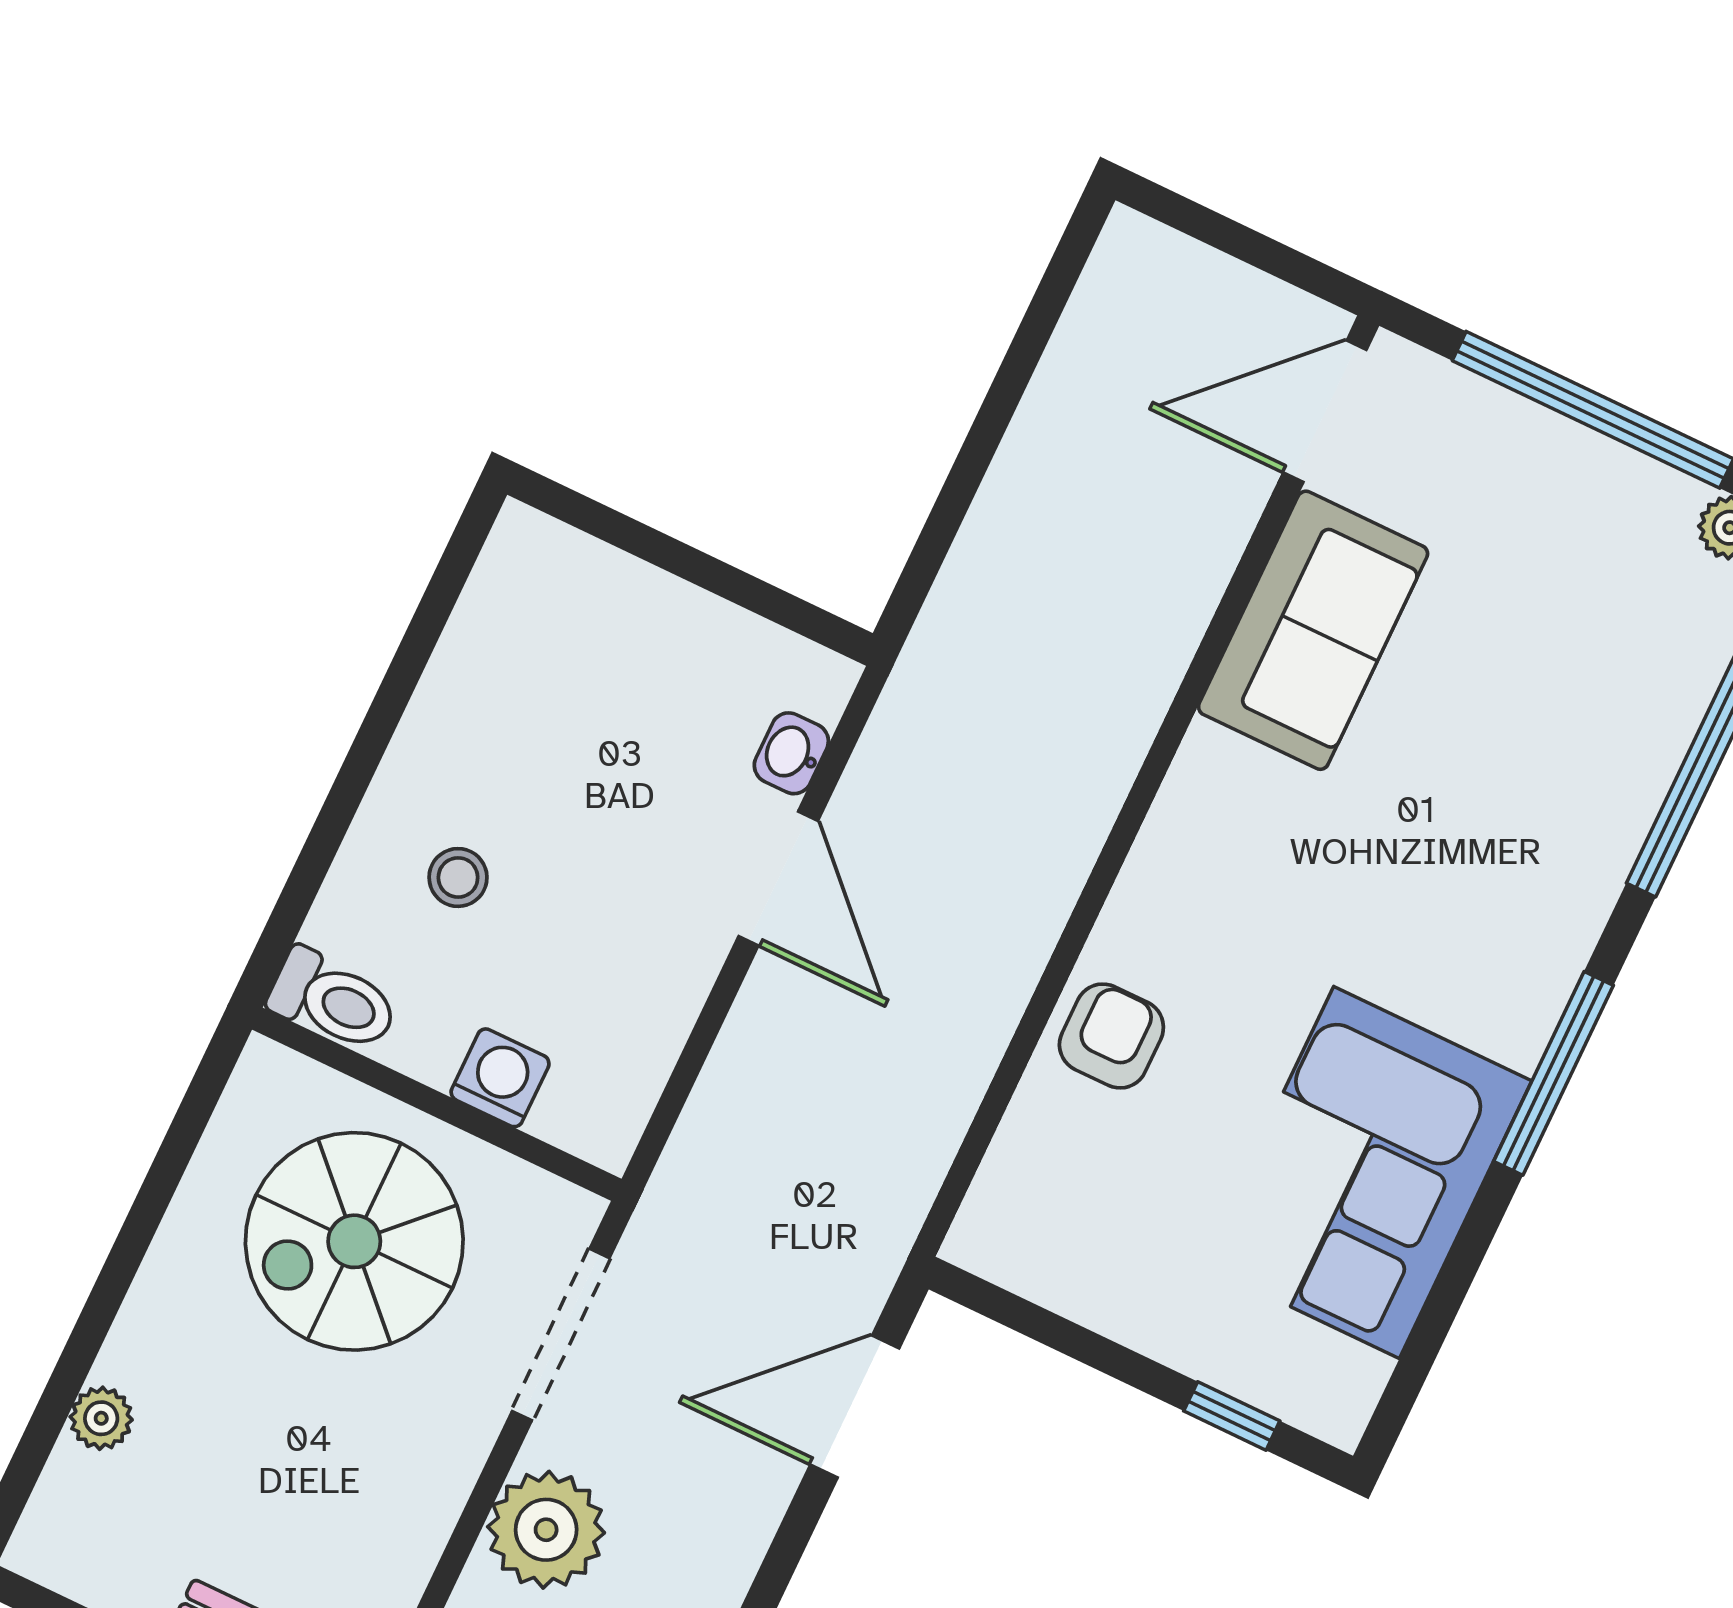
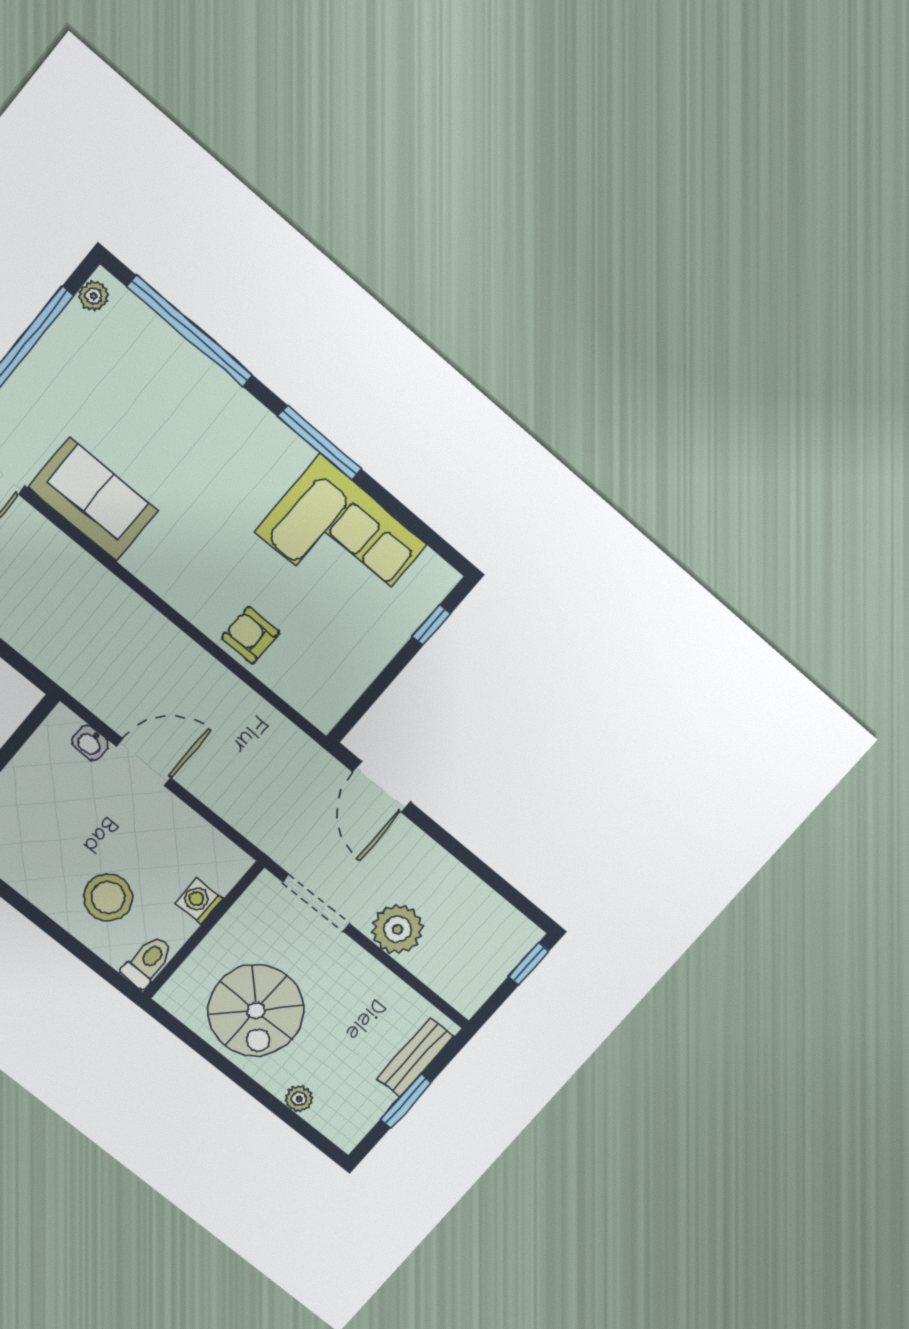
stool: (458, 877) -> (108, 897), width x1.89, depth x1.89
spiral stairs: (354, 1241) -> (256, 1011), moved

